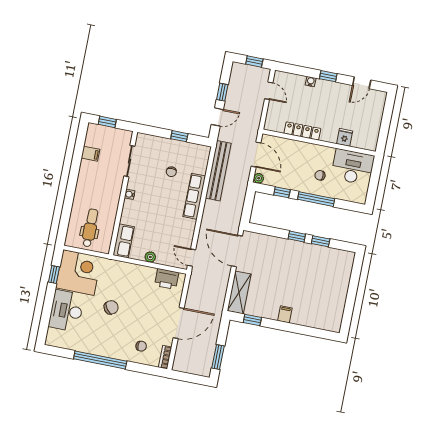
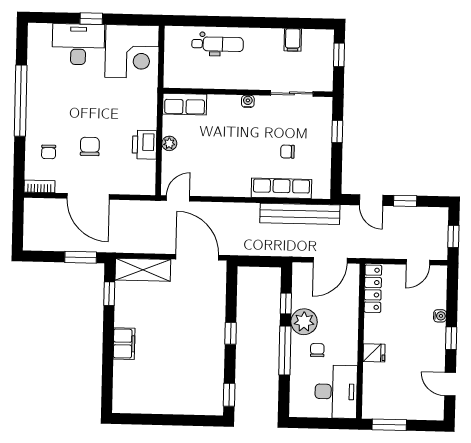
locker: (302, 131) -> (373, 289), moved
window: (384, 132) -> (389, 425), added
window: (179, 136) -> (337, 131), moved
fridge: (345, 137) -> (374, 353), moved
plant: (259, 178) -> (304, 322), moved, width x1.88, depth x1.88
row of seats: (194, 196) -> (281, 188), moved
dental chair: (90, 228) -> (218, 44), moved
window: (321, 241) -> (229, 395), moved
door: (237, 251) -> (197, 257), hinge flipped
window: (54, 274) -> (91, 19), moved
printer: (167, 279) -> (144, 145), moved
chair: (111, 307) -> (90, 147), moved, turned -144
filing cabinet: (285, 314) -> (124, 344), width x2.00
window: (218, 357) -> (81, 257), moved

